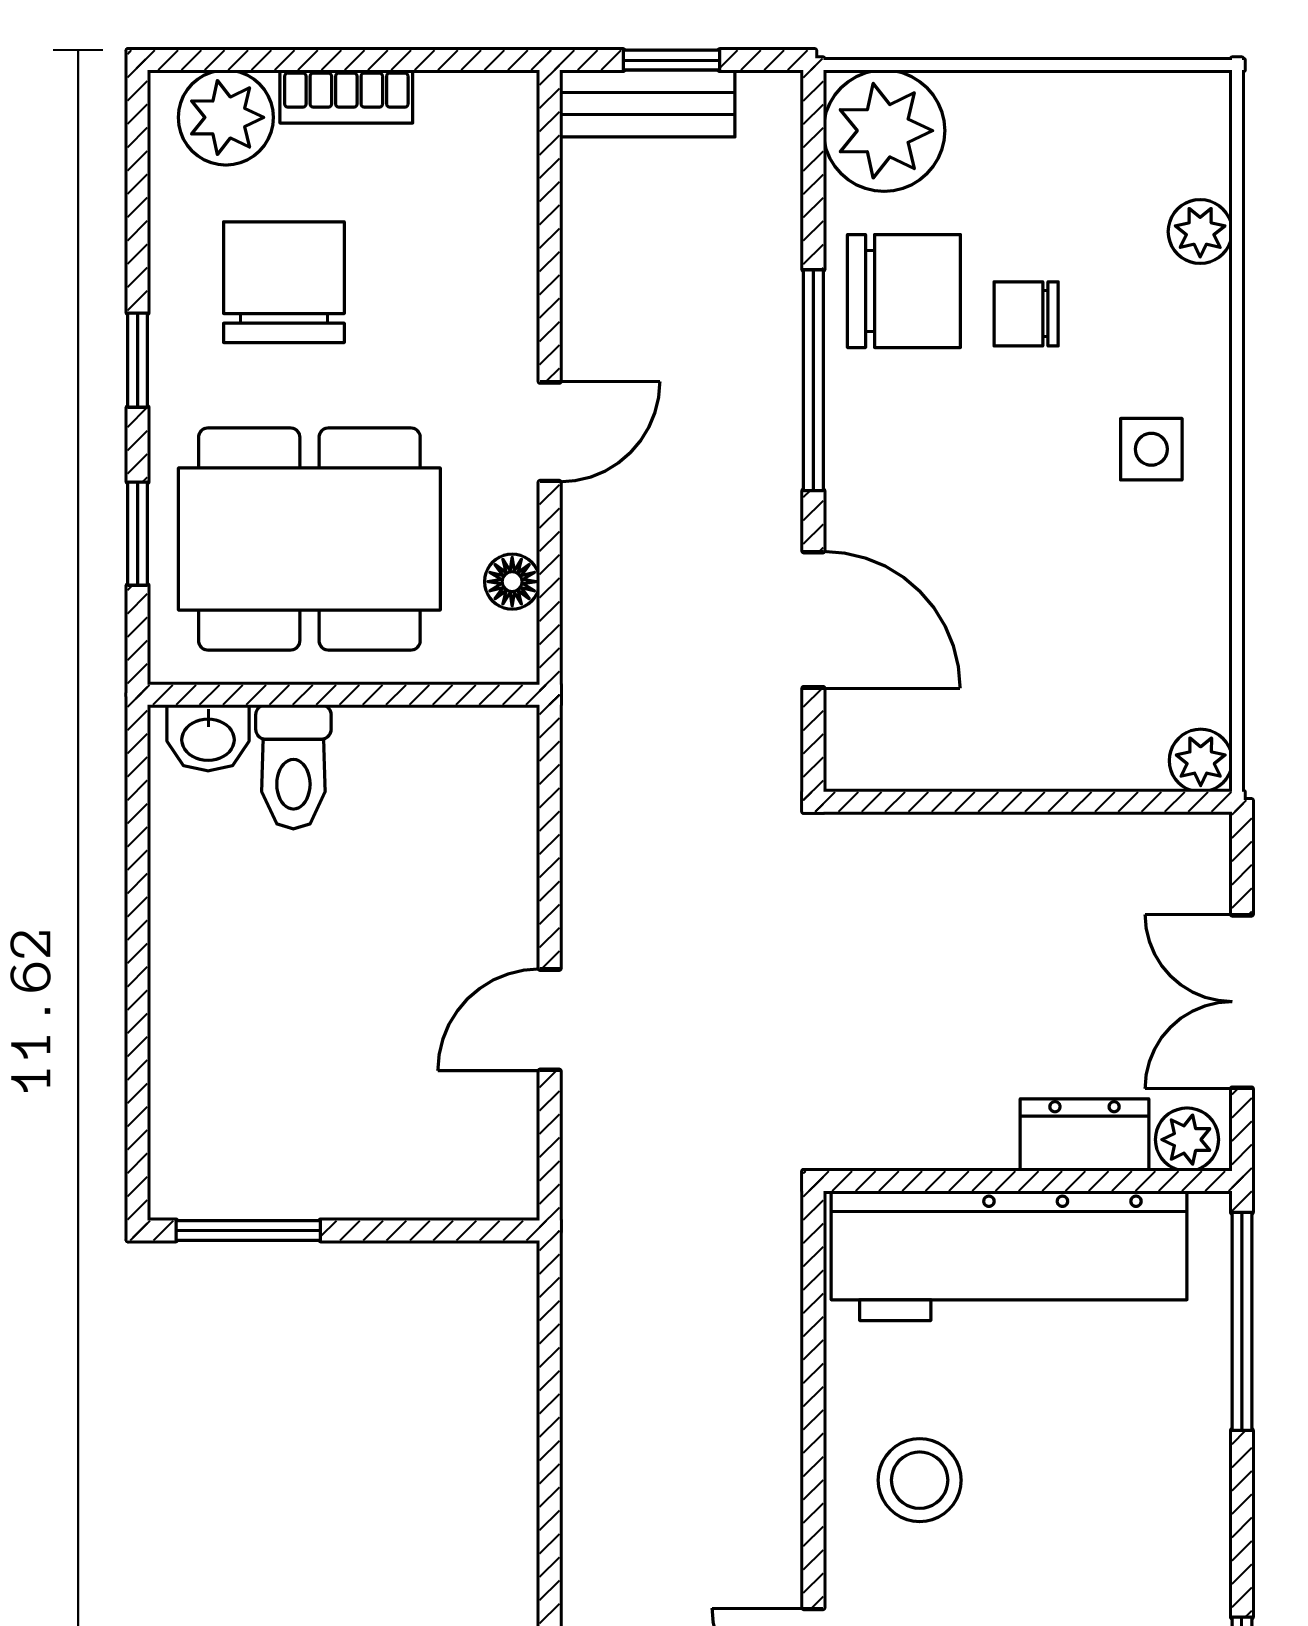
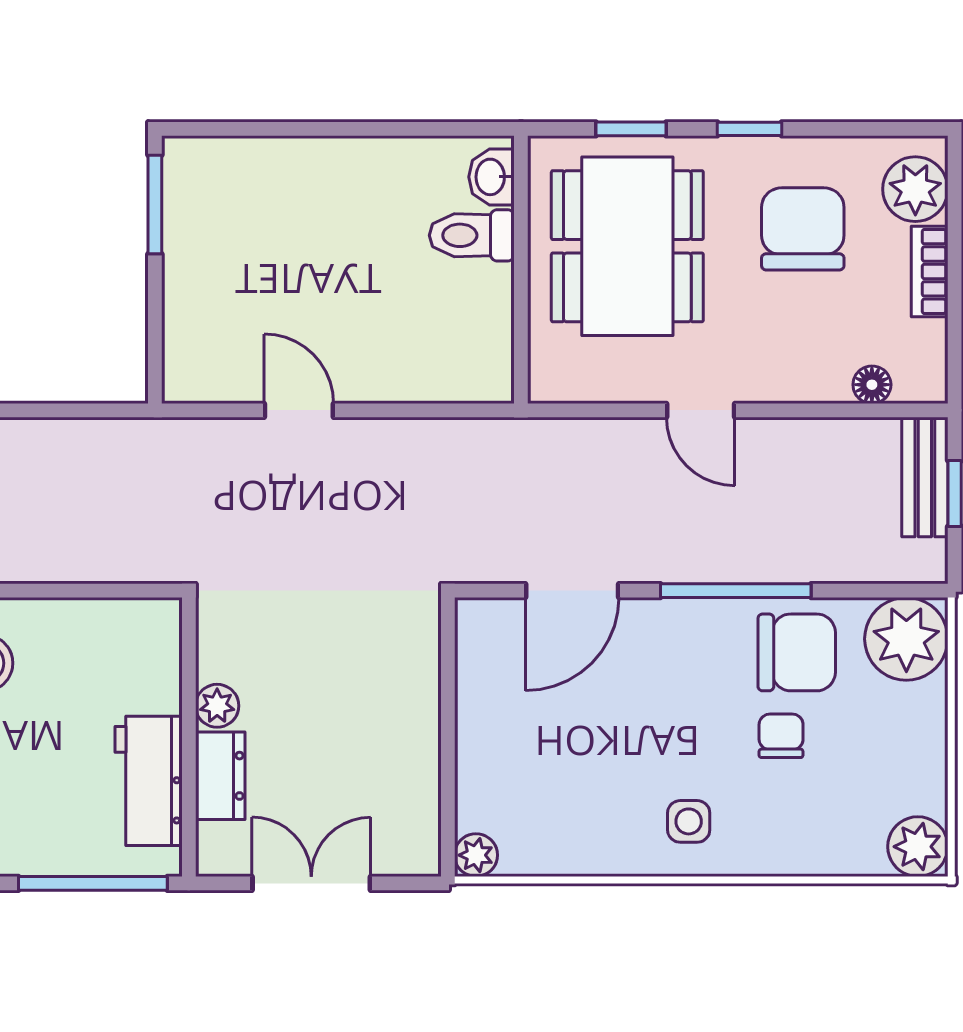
plant: (1200, 232) -> (918, 847), moved, width x1.38, depth x1.38
chair: (284, 282) -> (803, 229), turned -90
chair: (904, 291) -> (797, 652), turned -90
floor lamp: (512, 582) -> (872, 385), moved
plant: (1187, 1140) -> (217, 706), moved
workbench: (1009, 1256) -> (149, 781), width x0.53, depth x0.76

